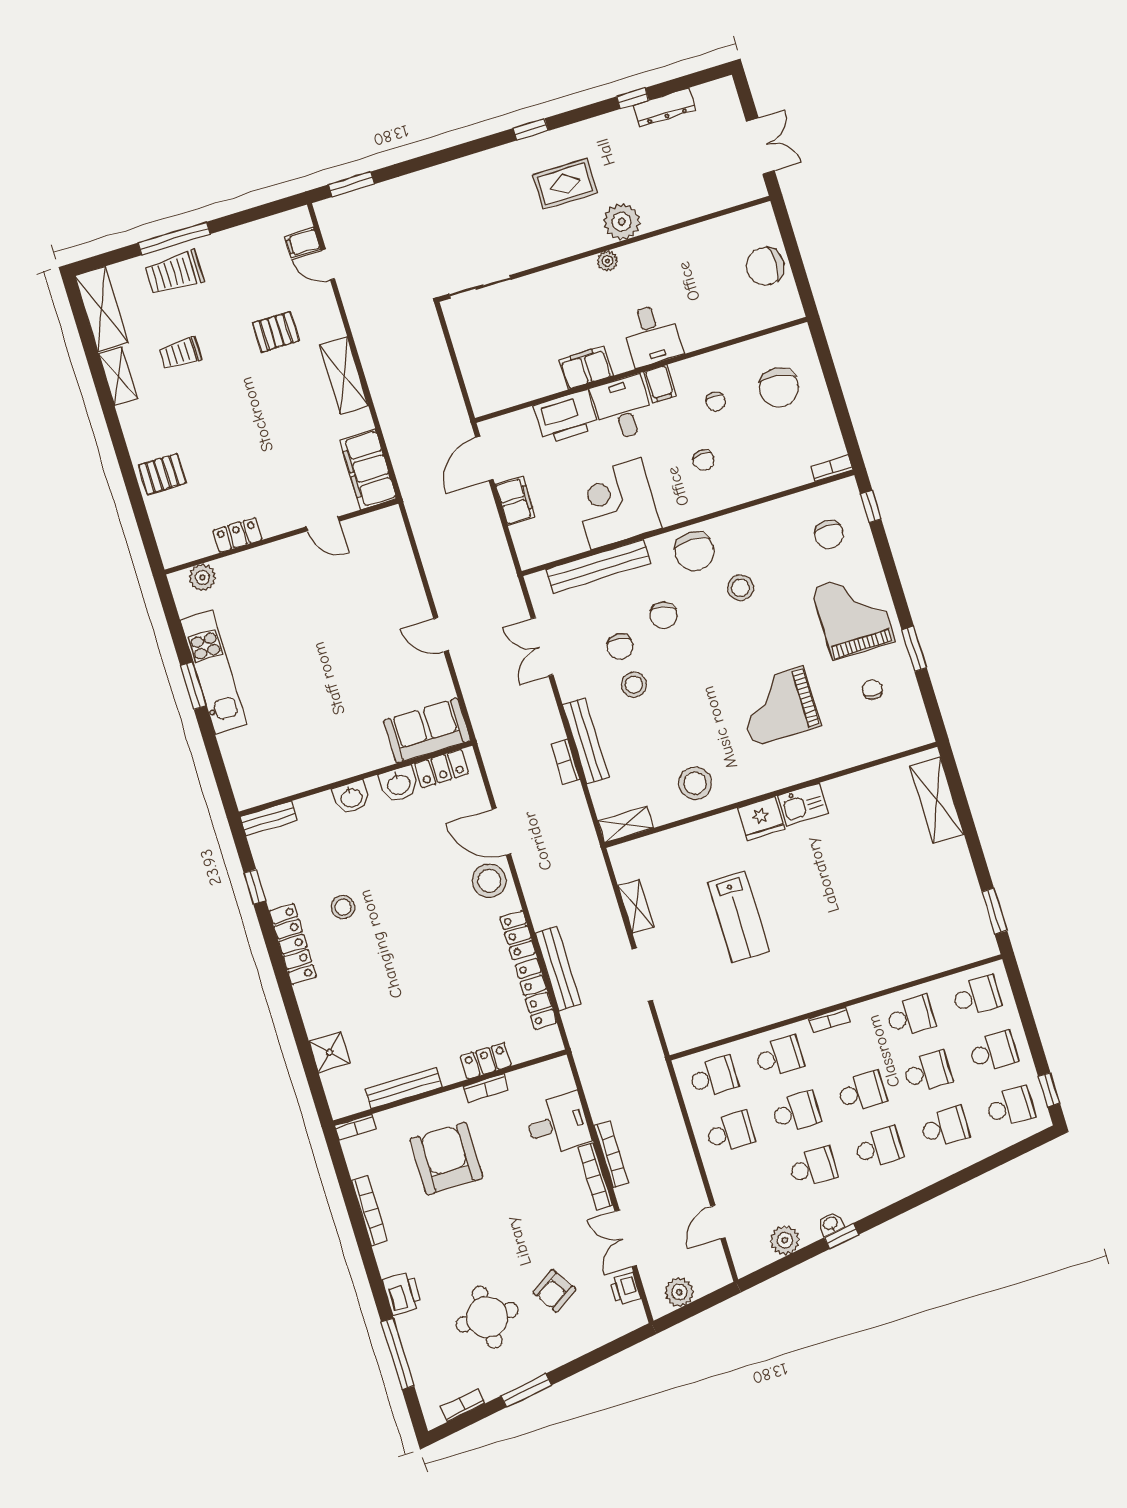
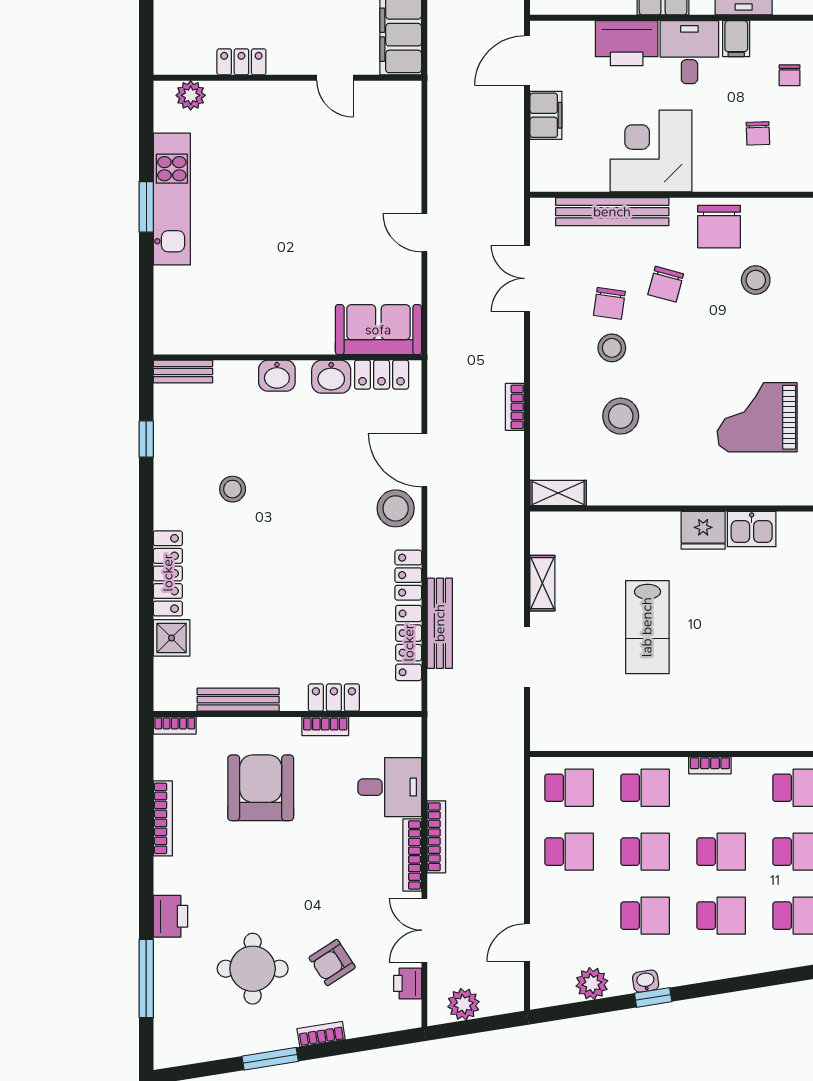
bench: (586, 741) -> (543, 392), removed
stool: (695, 783) -> (621, 416), moved
locker: (293, 944) -> (168, 573), moved
bookcase: (463, 1405) -> (321, 1034), moved

